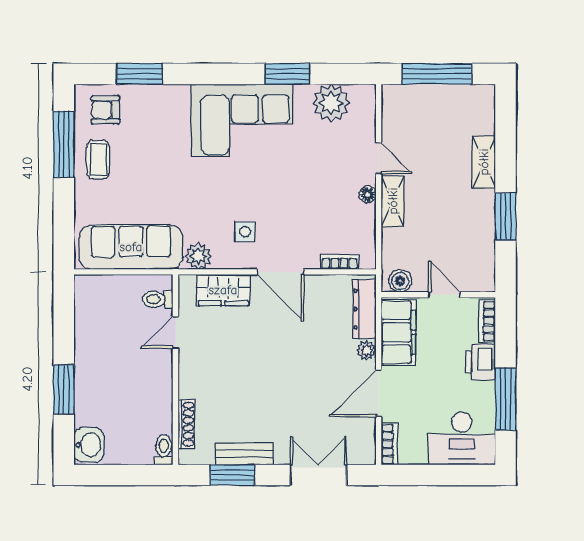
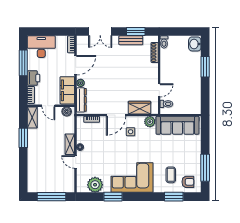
coffee table: (98, 160) -> (171, 175), moved
shelving: (484, 162) -> (32, 118), moved
door: (280, 272) -> (116, 115), swing flipped

